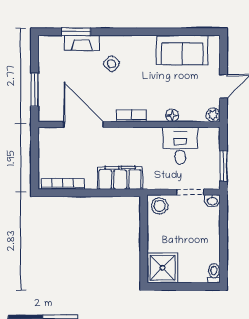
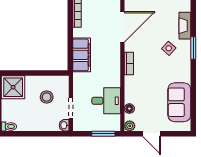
window: (76, 32) -> (193, 48), moved
floor lamp: (172, 115) -> (129, 109), moved
window: (223, 166) -> (103, 134), moved
stool: (159, 206) -> (47, 97), moved

